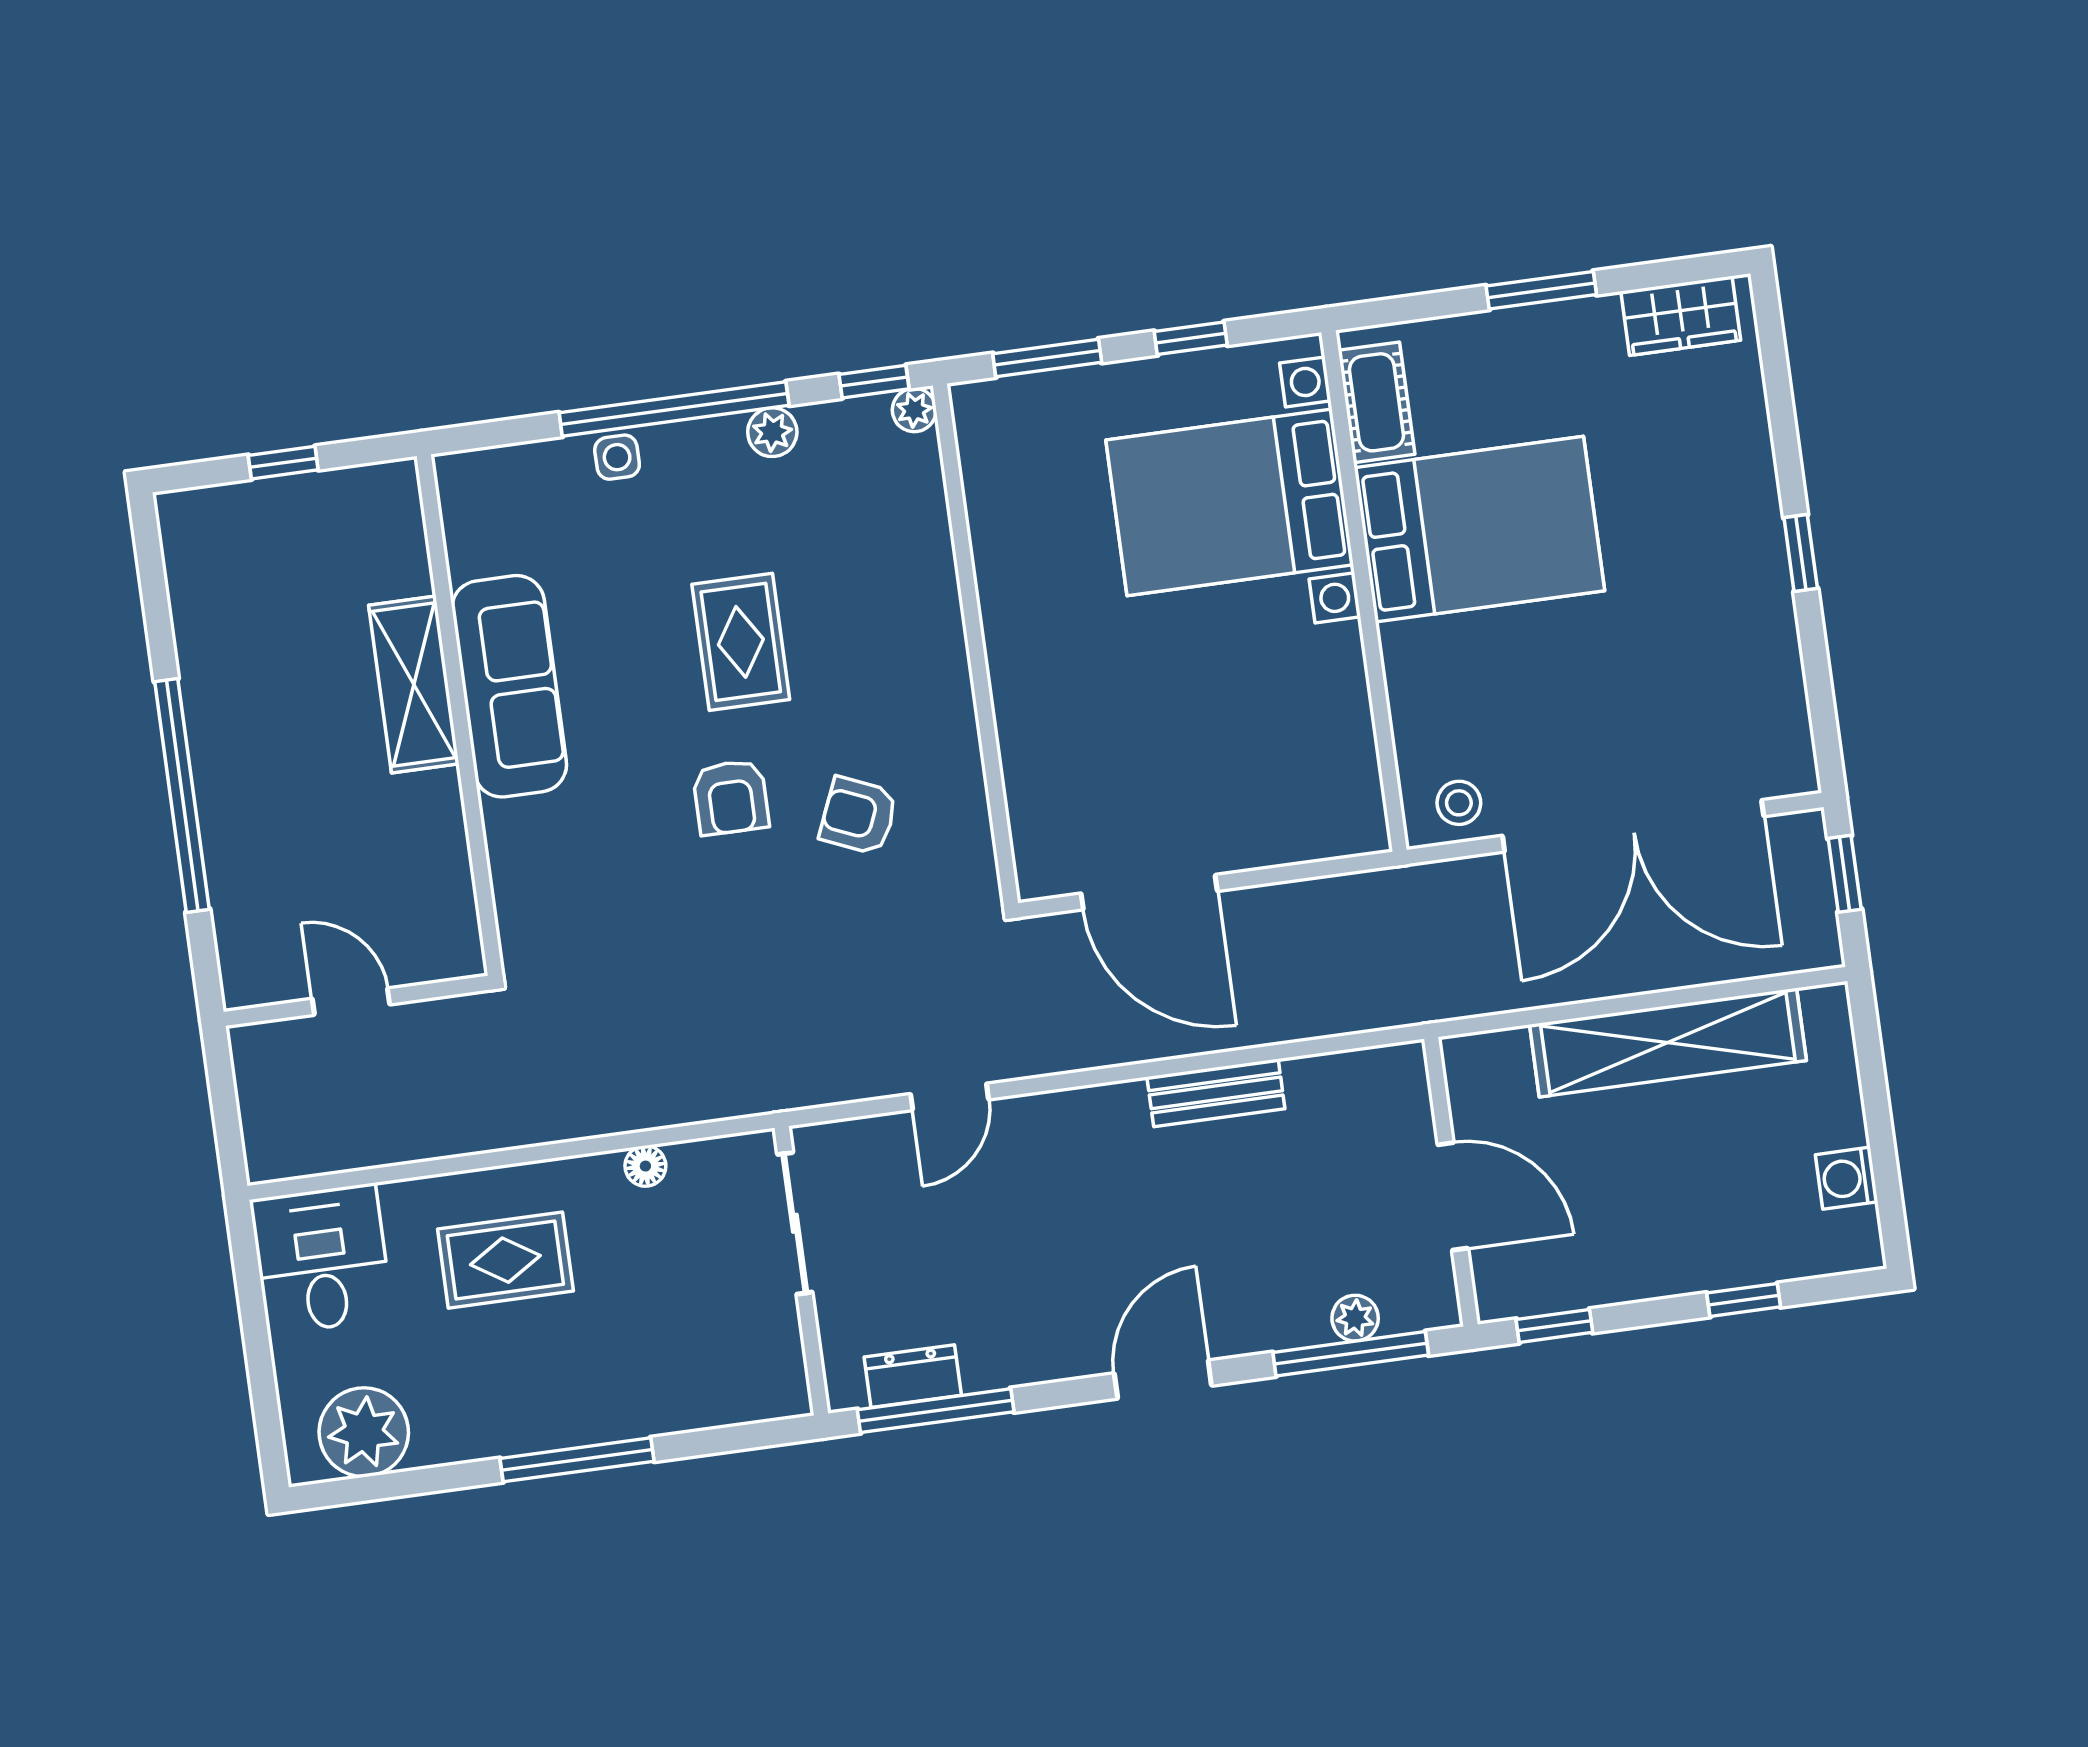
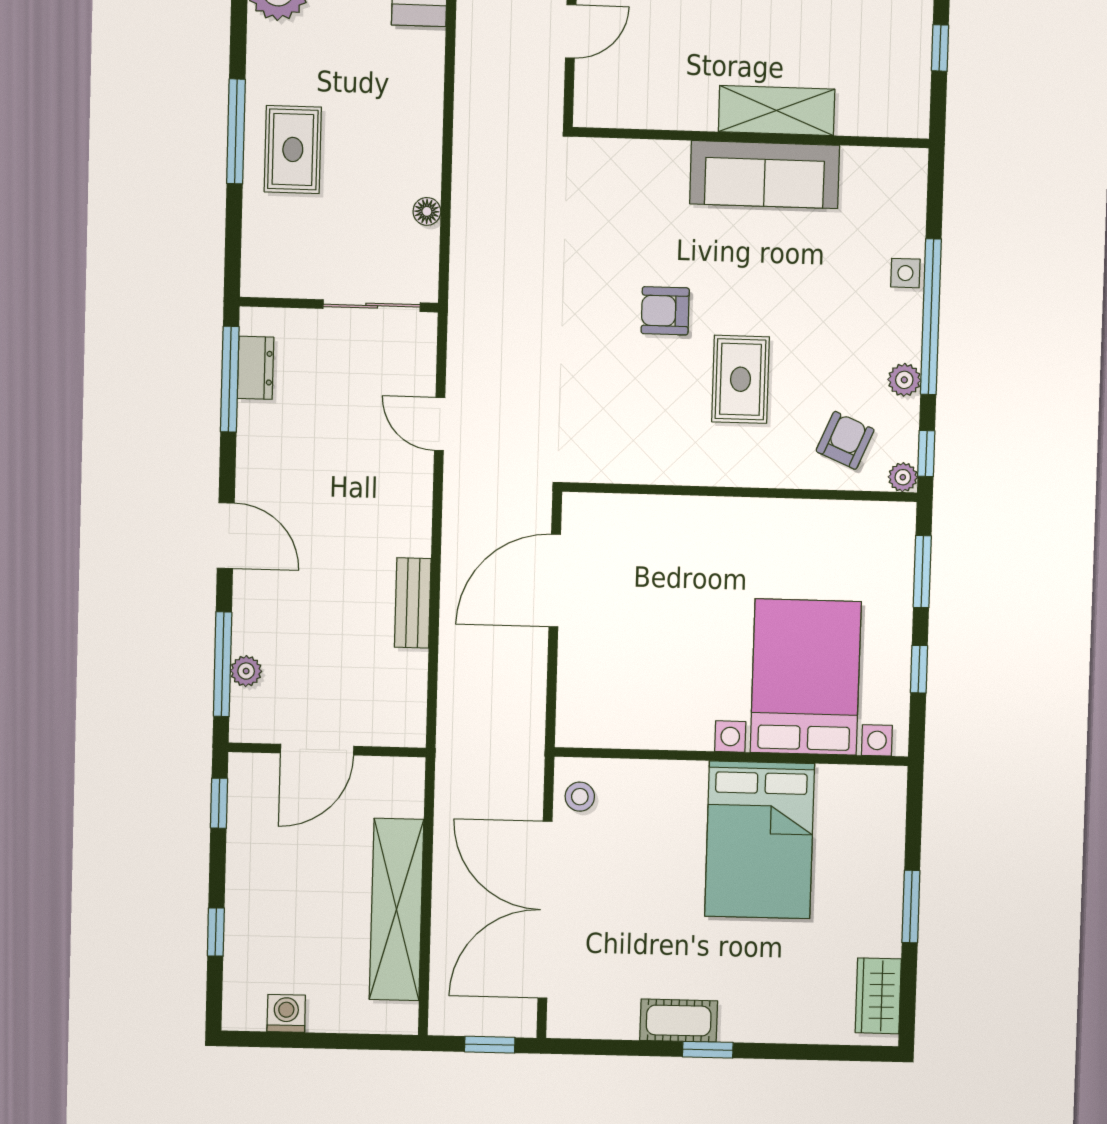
cot: (1376, 402) -> (679, 1021), moved
rug: (741, 642) -> (741, 379), moved, turned 90
armchair: (859, 816) -> (845, 440), moved
rug: (505, 1260) -> (293, 149), moved

